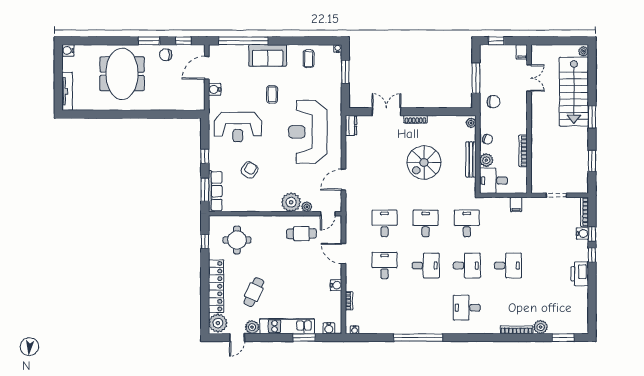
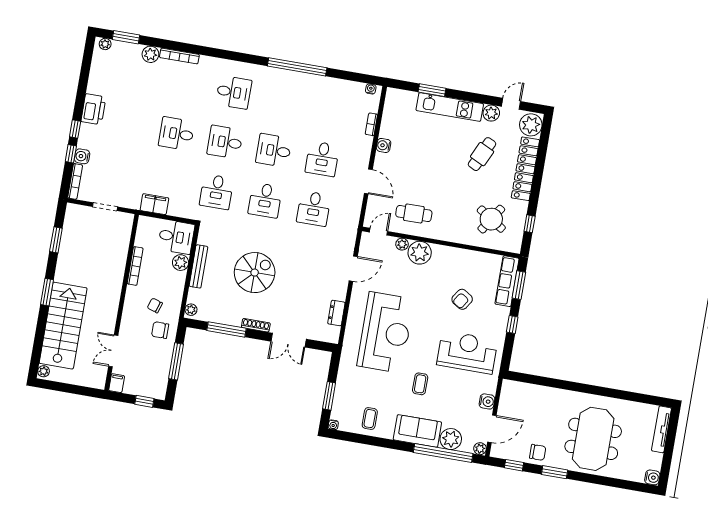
plant: (214, 50) -> (480, 449), added
plant: (239, 53) -> (451, 439), added
window: (439, 112) -> (227, 329), added
dresser: (351, 125) -> (336, 313), moved
chair: (487, 139) -> (155, 305), moved
filing cabinet: (516, 204) -> (154, 204), width x2.00
round table: (237, 240) -> (491, 219), turned 33
water cooler: (329, 328) -> (401, 96), removed
plant: (579, 329) -> (105, 44), added

